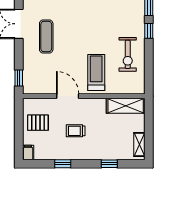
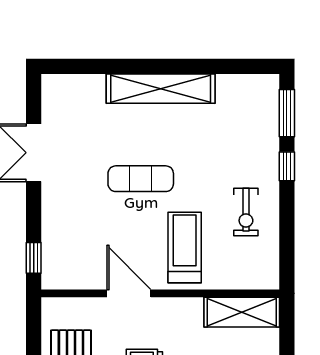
exercise mat: (46, 37) -> (141, 179), moved, turned 90
exercise bike: (128, 54) -> (246, 212), width x0.73, depth x0.72

